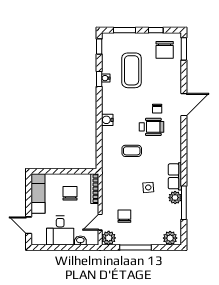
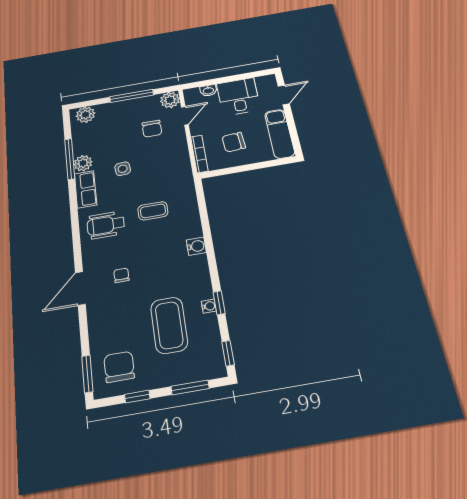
wheelchair: (151, 127) -> (106, 225), moved
chair: (70, 193) -> (234, 142), turned 86
door: (29, 225) -> (284, 95), hinge flipped

